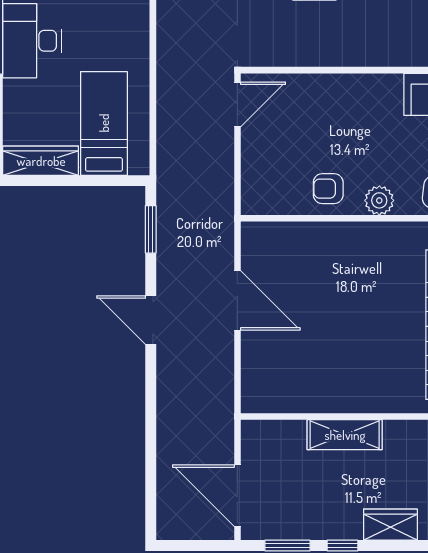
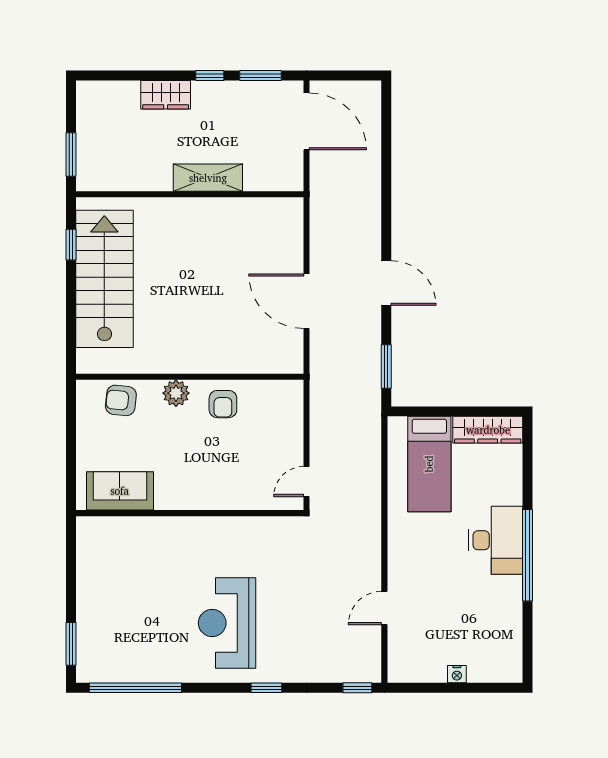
door: (237, 104) -> (306, 482), width x0.73
armchair: (328, 189) -> (223, 404), turned 90

